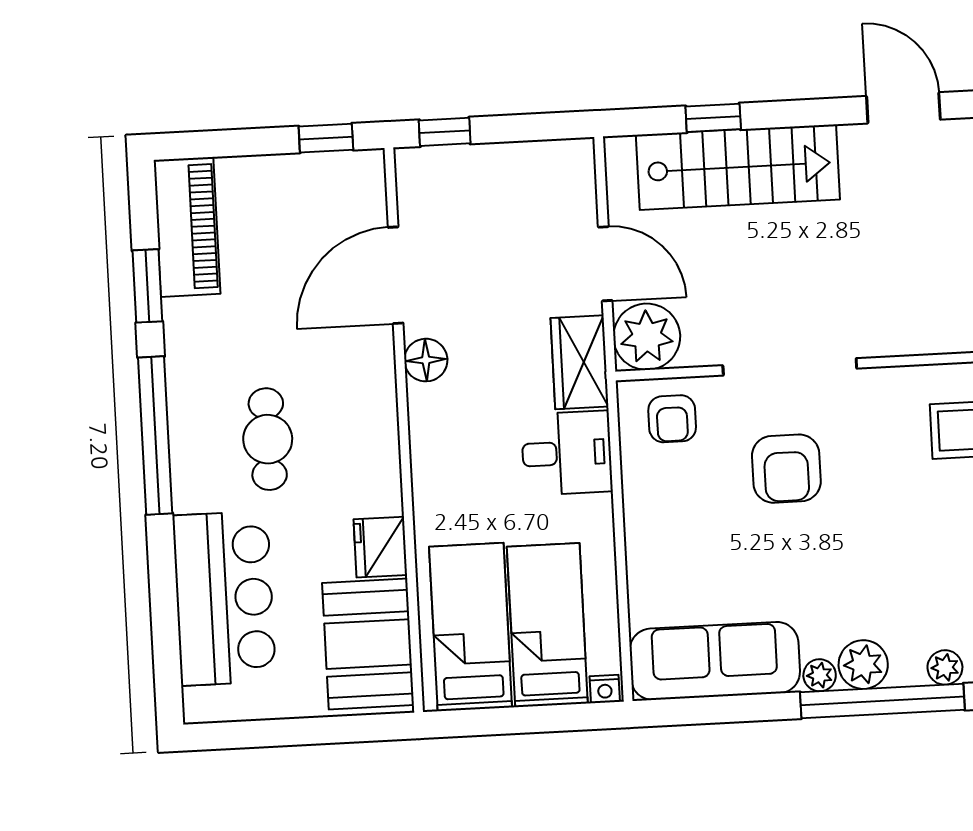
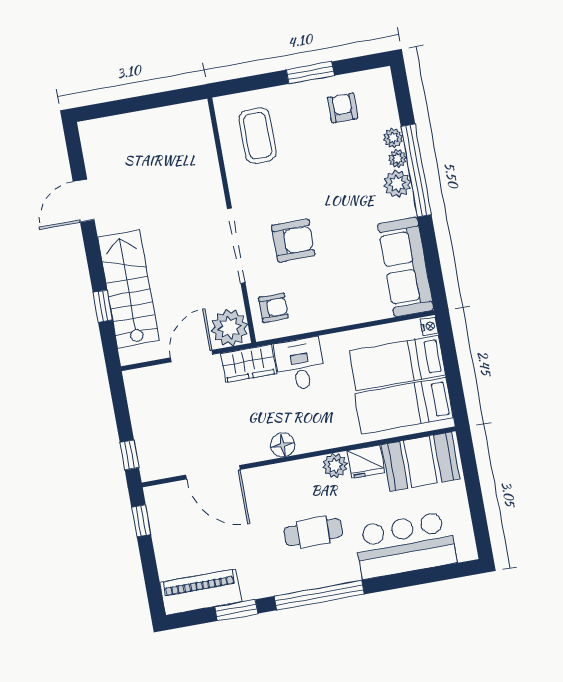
floor lamp: (426, 360) -> (283, 445), moved
plant: (380, 492) -> (335, 465), added
plant: (820, 675) -> (397, 159), moved

